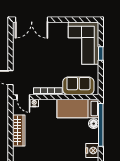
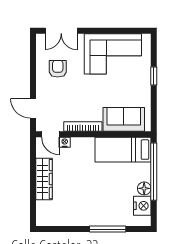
double door: (32, 20) -> (61, 31), width x0.73
corner sofa: (83, 43) -> (113, 54), moved, turned -90
armchair: (29, 48) -> (58, 69), added
floor lamp: (94, 124) -> (144, 188), moved

